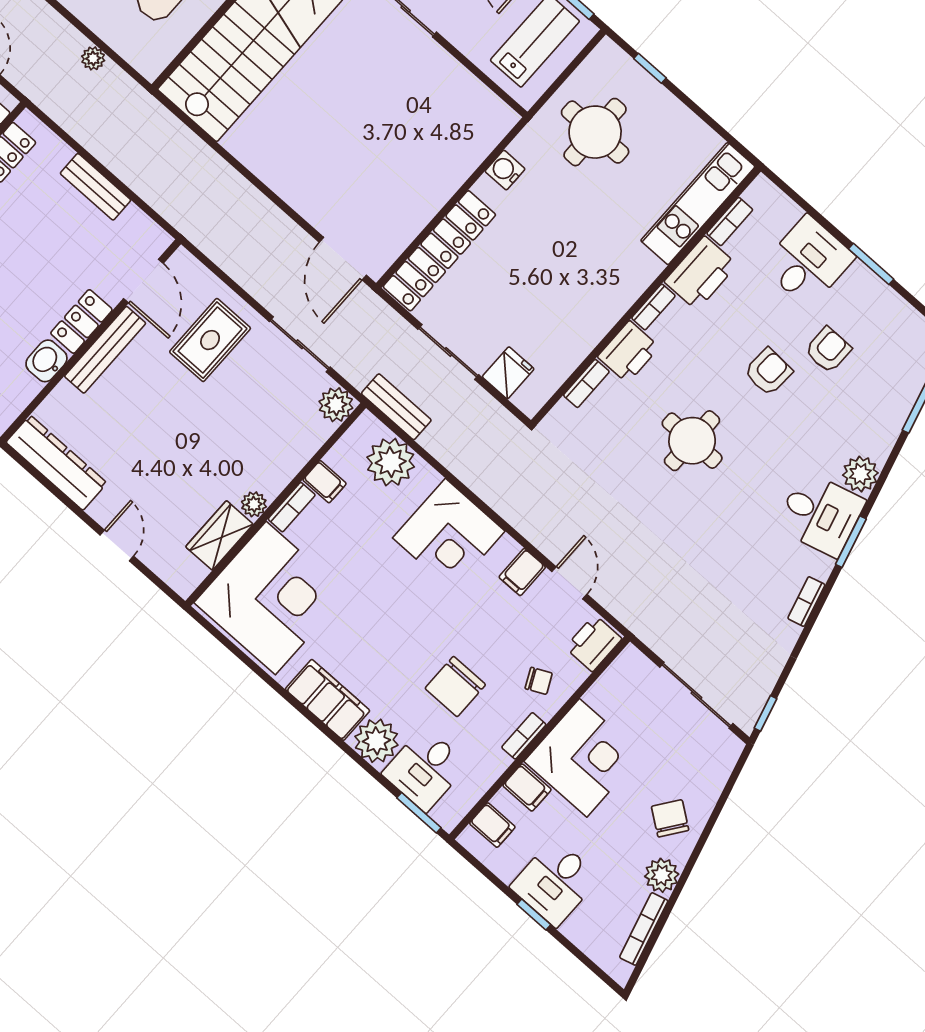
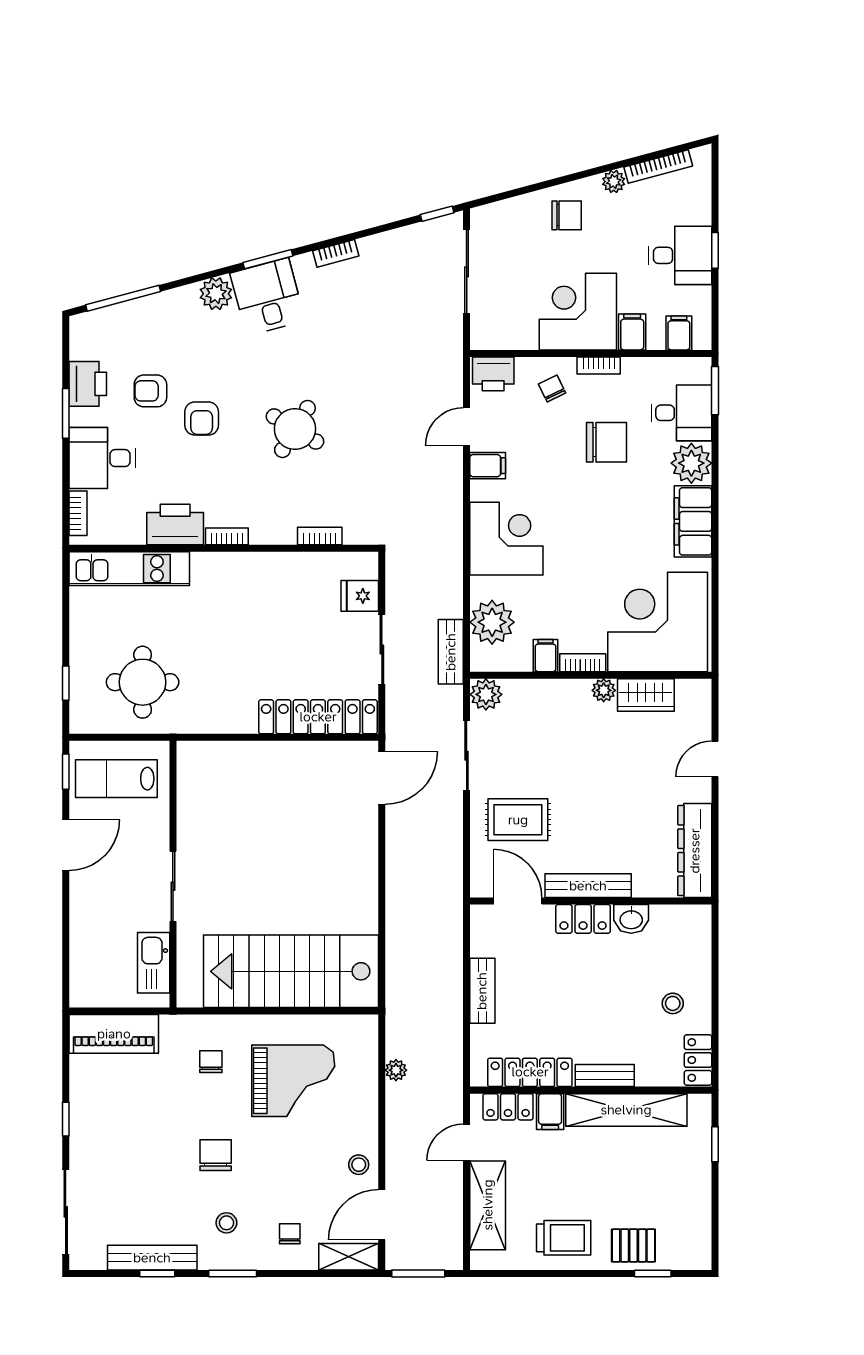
water cooler: (505, 170) -> (223, 721), removed
bookcase: (730, 222) -> (78, 513), moved, turned 90
door: (143, 281) -> (518, 901), hinge flipped
printer: (628, 352) -> (88, 384), moved, turned 90
armchair: (768, 372) -> (202, 419), turned -93
round table: (692, 441) -> (295, 429), turned 31
chair: (670, 818) -> (567, 215), turned -126
plant: (662, 875) -> (614, 181), width x0.73, depth x0.73

